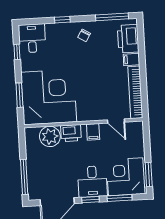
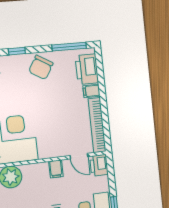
chair: (84, 35) -> (41, 67), width x1.87, depth x1.87
printer: (71, 133) -> (99, 165), moved, turned 90

